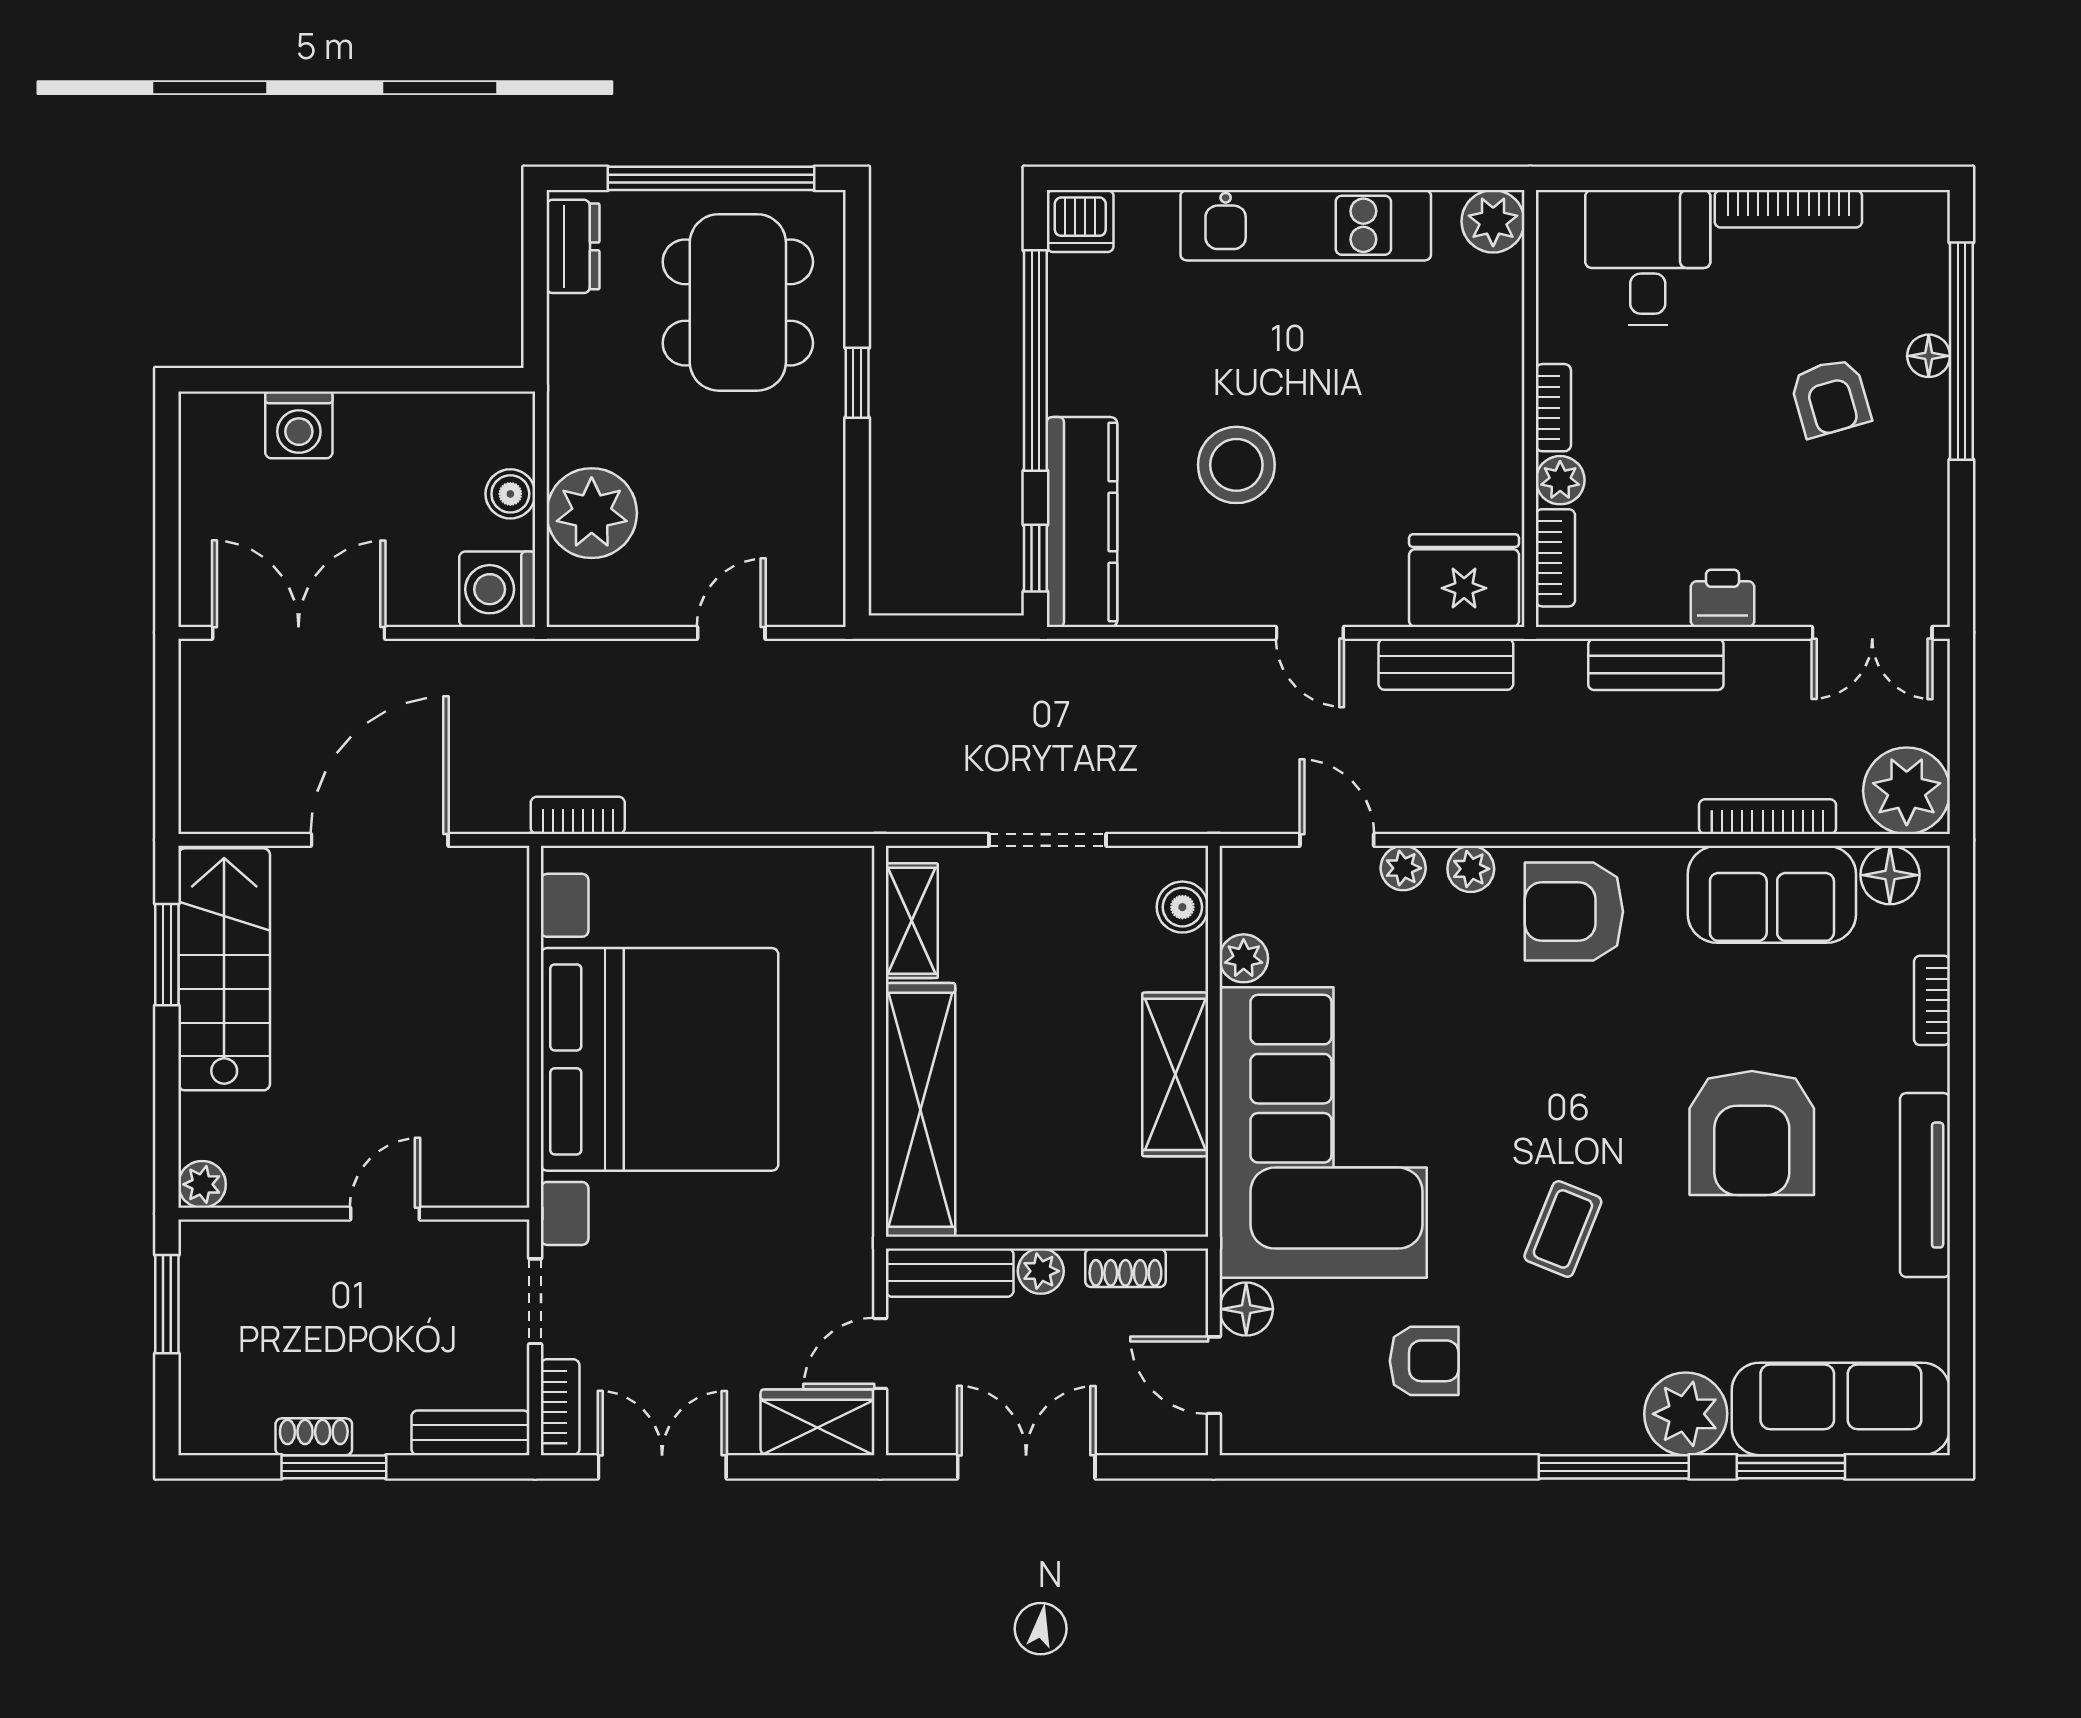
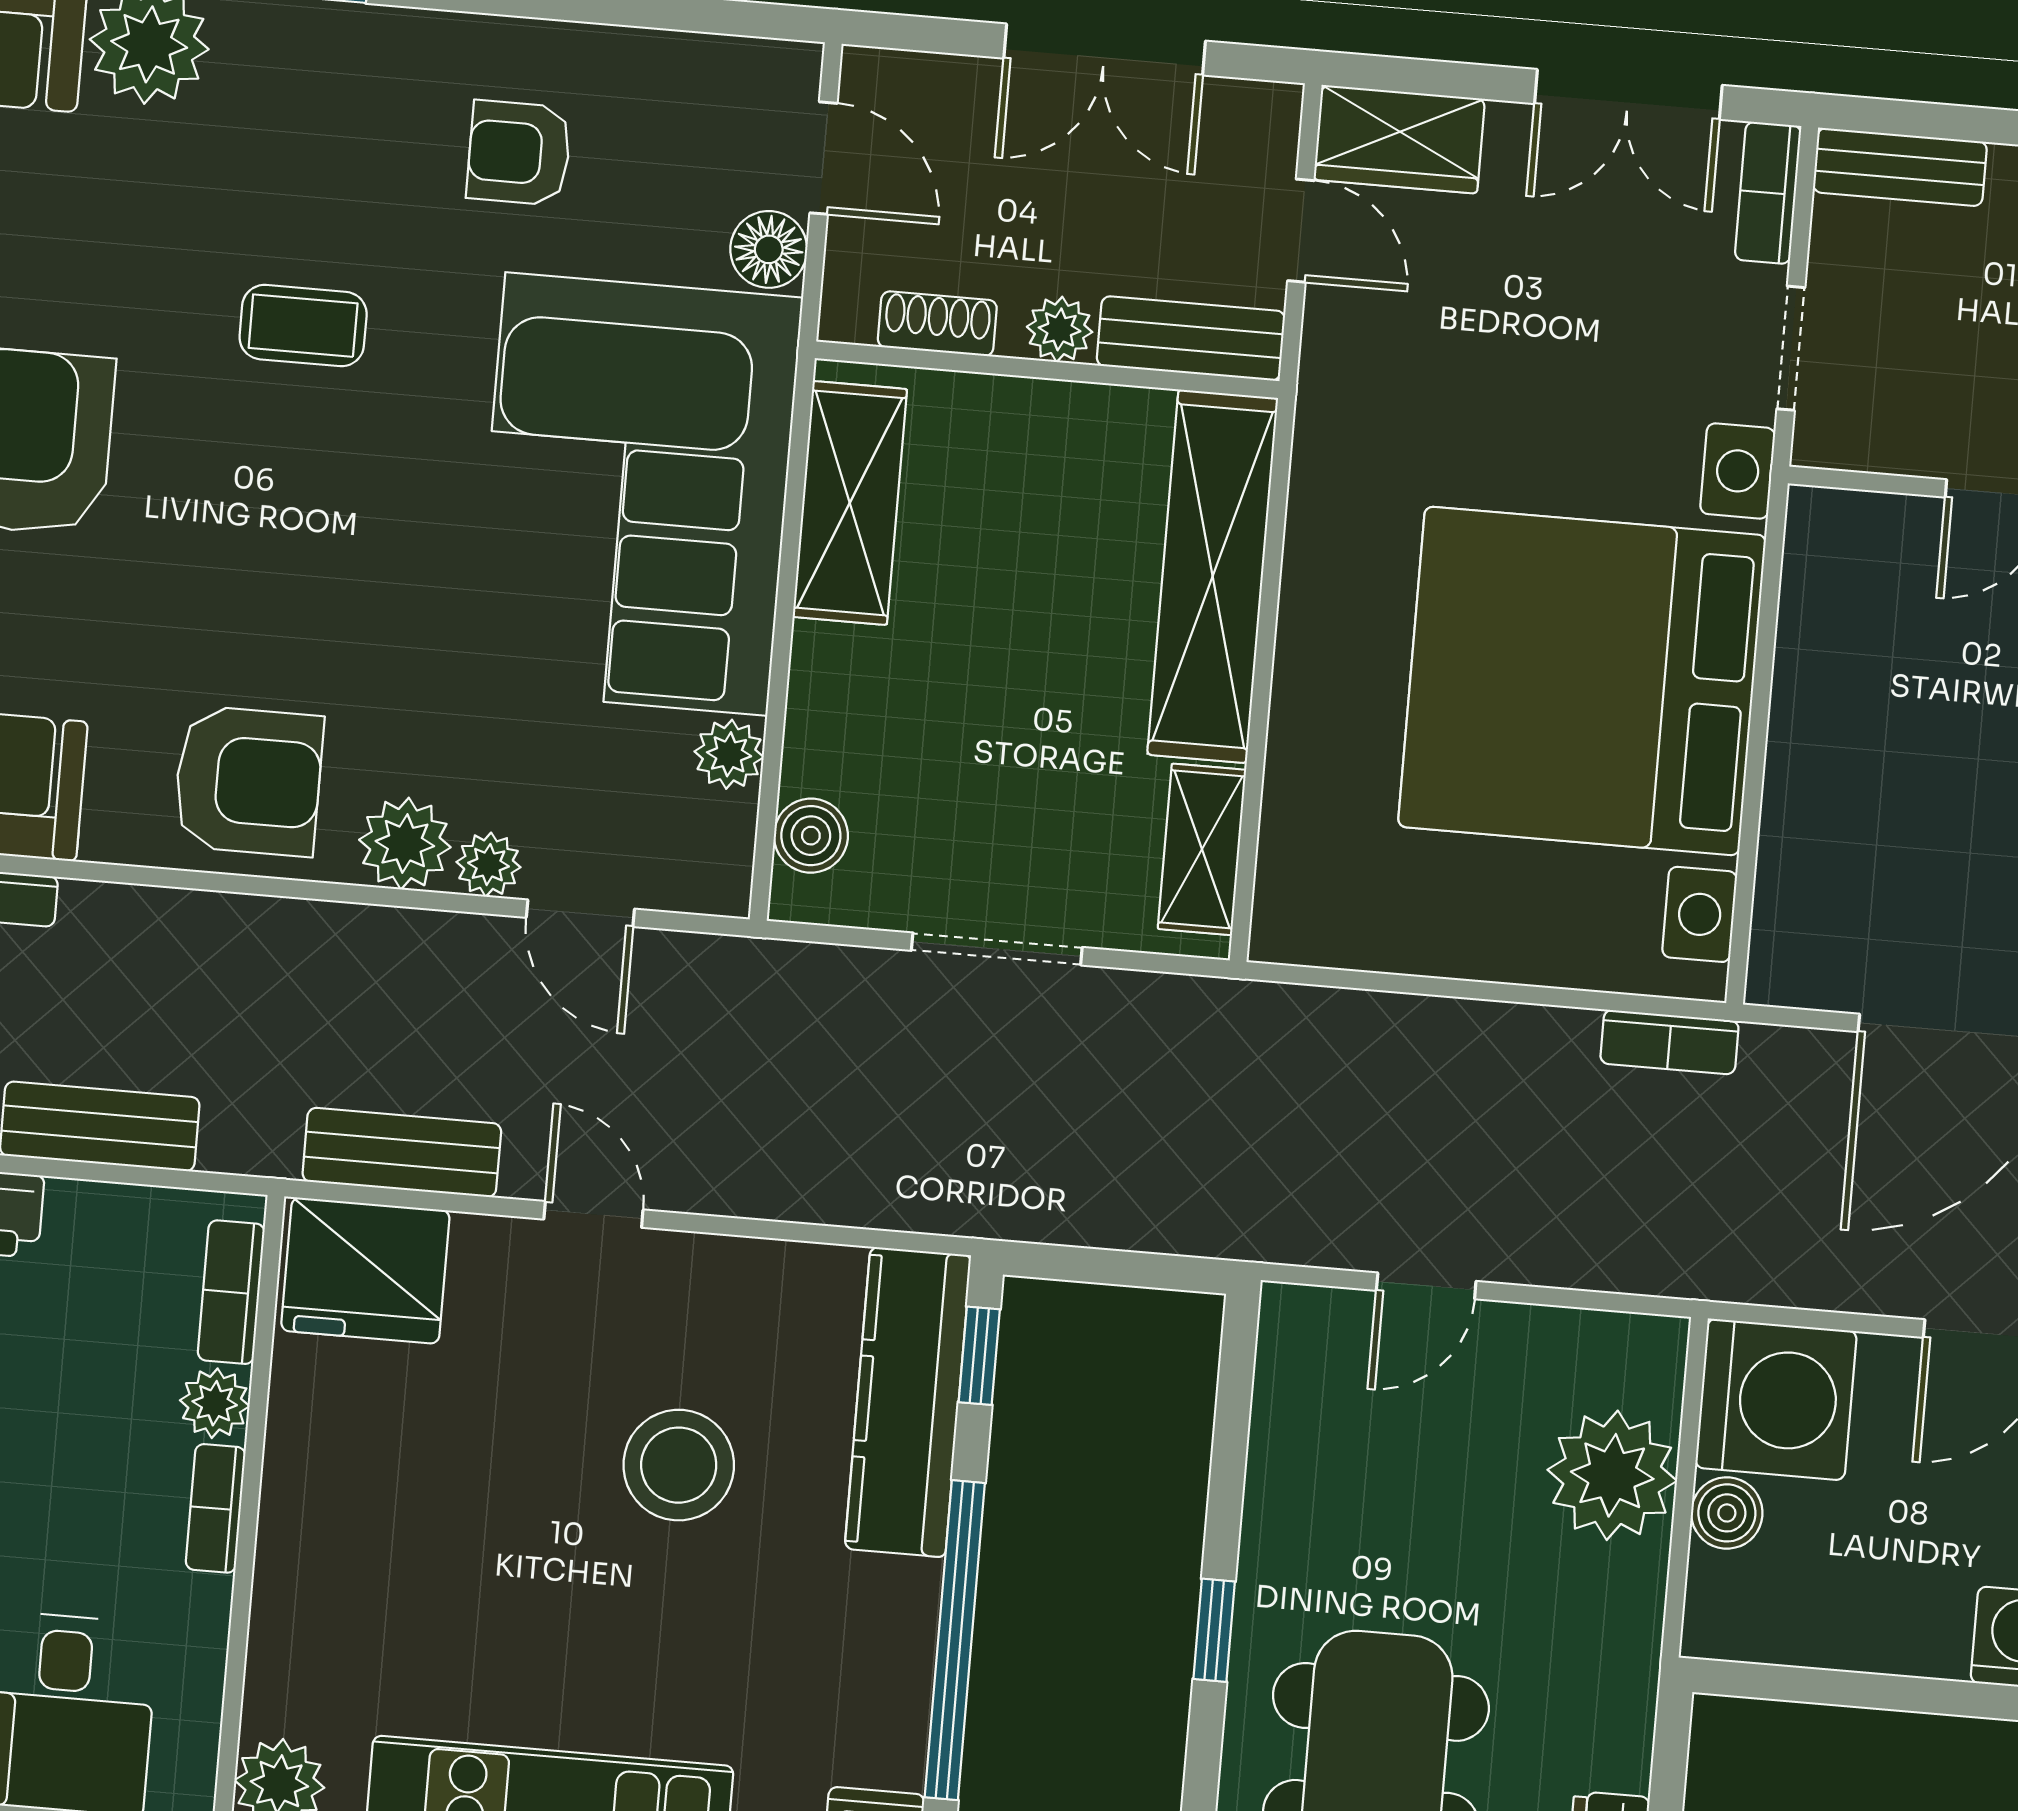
washing machine: (497, 589) -> (1776, 1399), width x1.37, depth x1.37
plant: (1471, 869) -> (405, 844), width x1.38, depth x1.38
shelving: (1175, 1074) -> (850, 503), moved
coffee table: (1563, 1229) -> (303, 326), turned 68
door: (880, 1353) -> (1301, 231), hinge flipped

